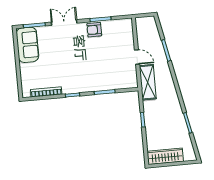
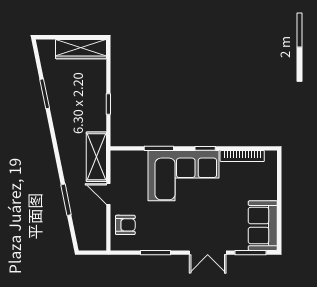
armchair: (94, 30) -> (125, 225), moved
corner sofa: (86, 75) -> (183, 176), added

